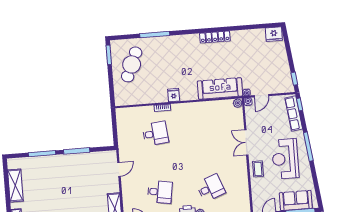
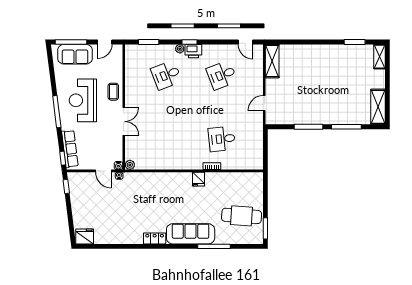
locker: (215, 37) -> (155, 238), width x0.66
cafe table: (132, 64) -> (242, 216), turned 71
sofa: (220, 88) -> (191, 234), moved, turned 180
door: (261, 96) -> (103, 171), swing flipped
reception desk: (285, 159) -> (83, 100), turned 180
shelving: (15, 185) -> (378, 107), moved
desk: (160, 192) -> (222, 75), turned -30

